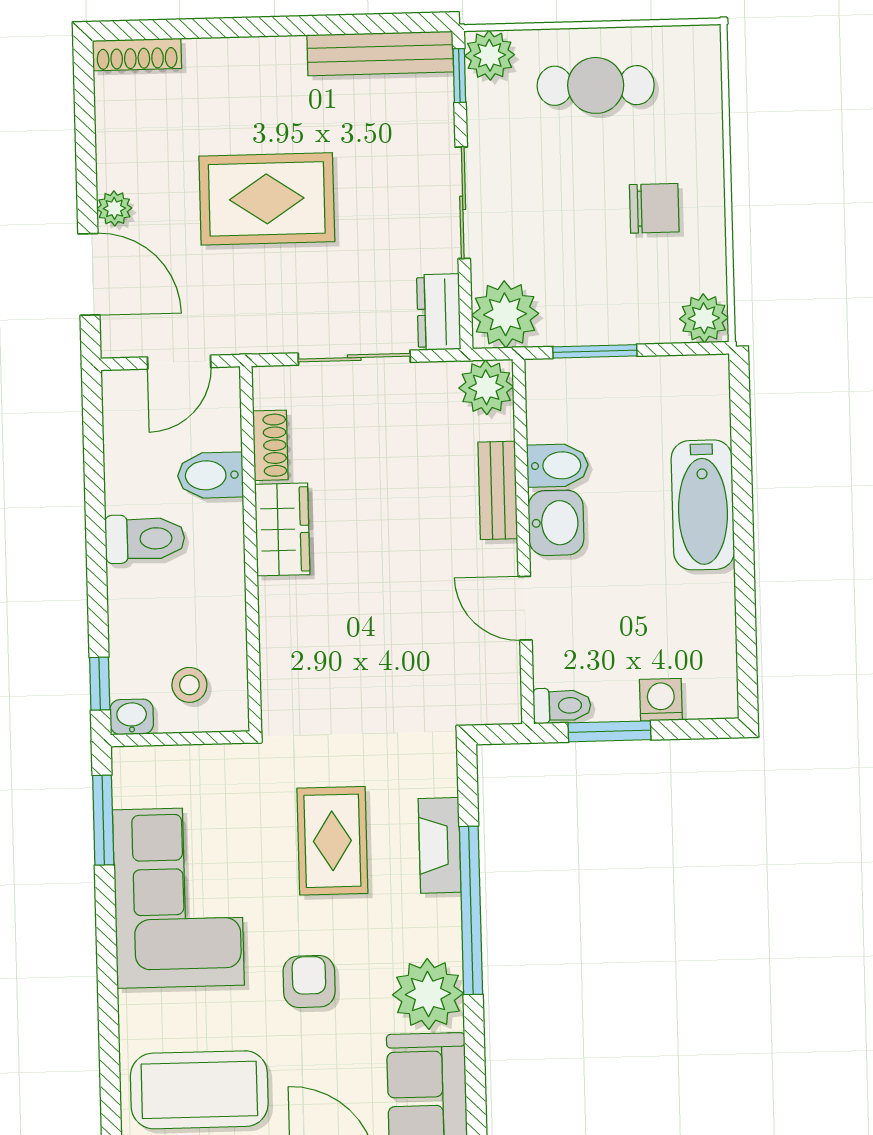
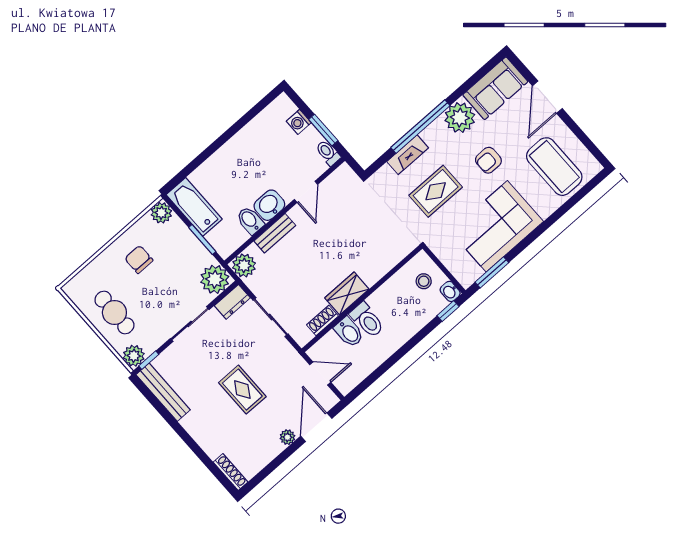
rug: (267, 199) -> (242, 390), width x0.73, depth x0.70
bathtub: (703, 505) -> (194, 207), moved, turned -90
toilet: (145, 539) -> (367, 320), moved, turned 180

